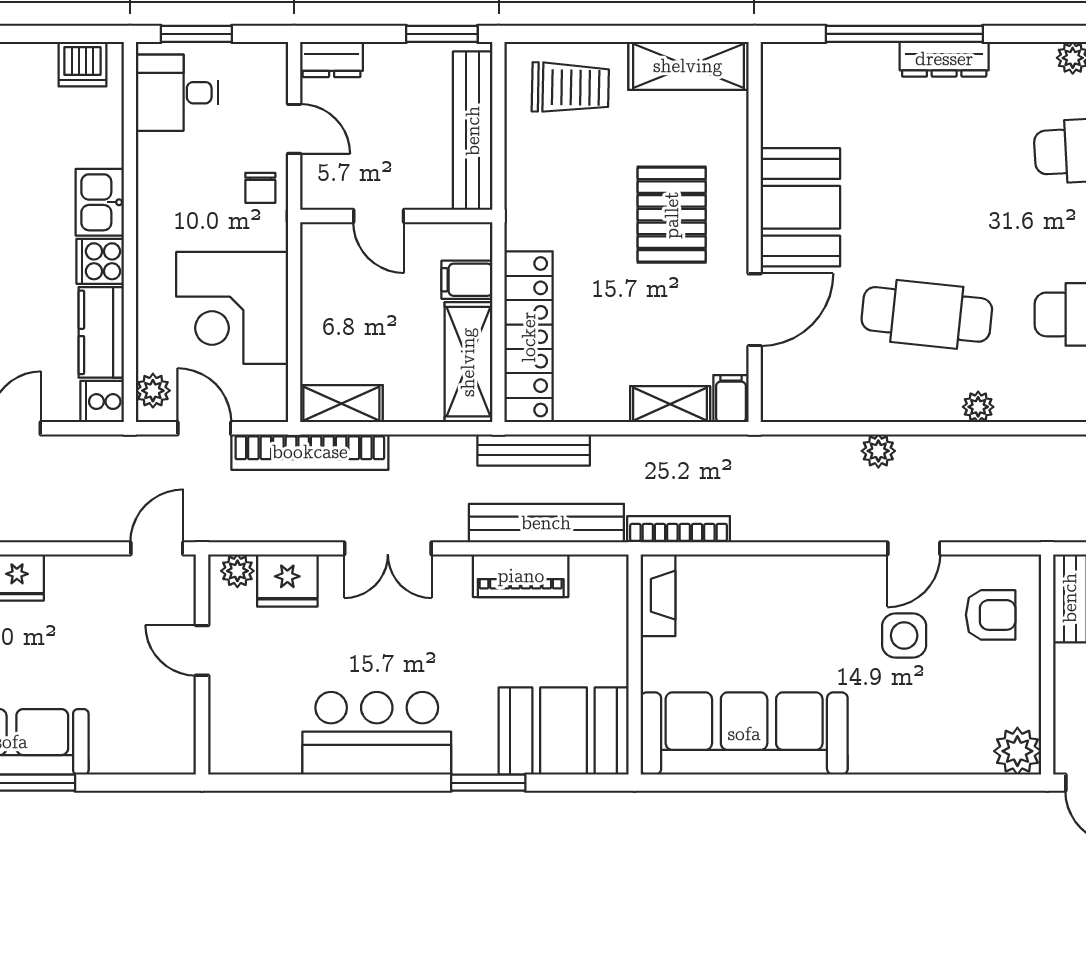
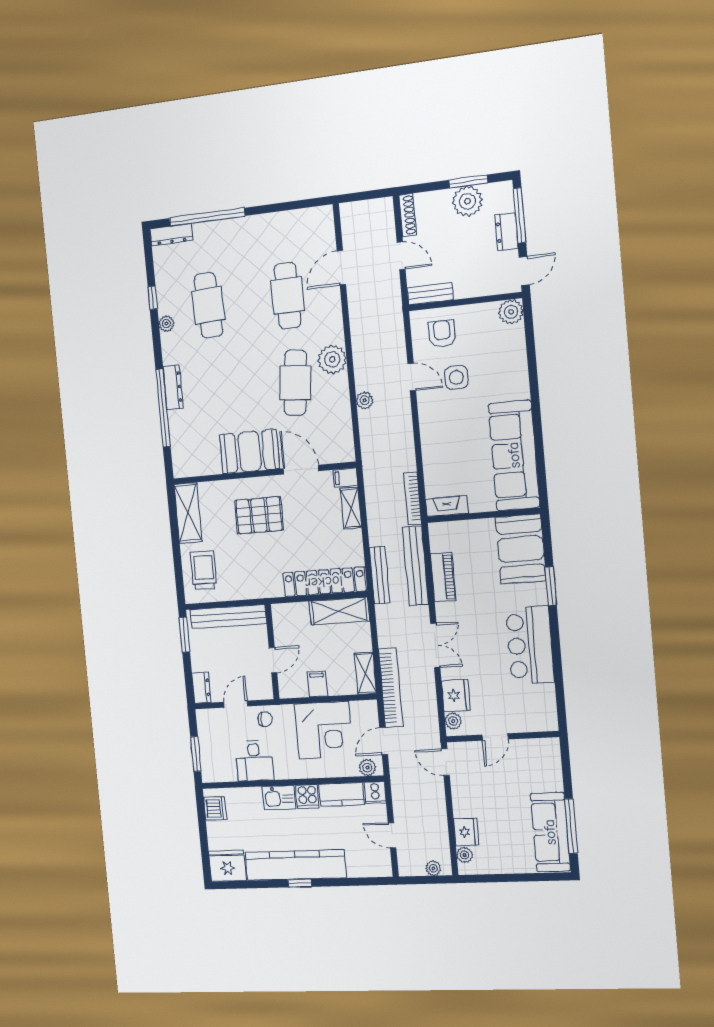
desk: (177, 93) -> (254, 761), moved
filing cabinet: (467, 280) -> (317, 684), moved, turned 180
plant: (978, 407) -> (332, 359), width x1.88, depth x1.88

